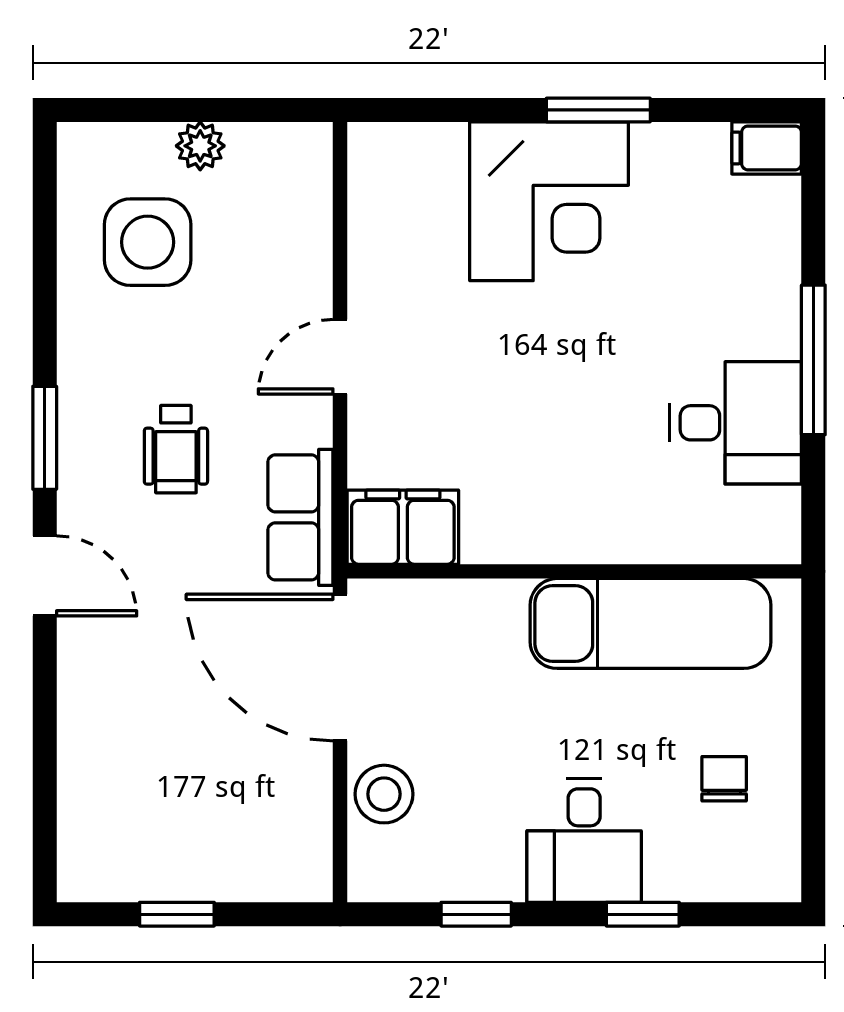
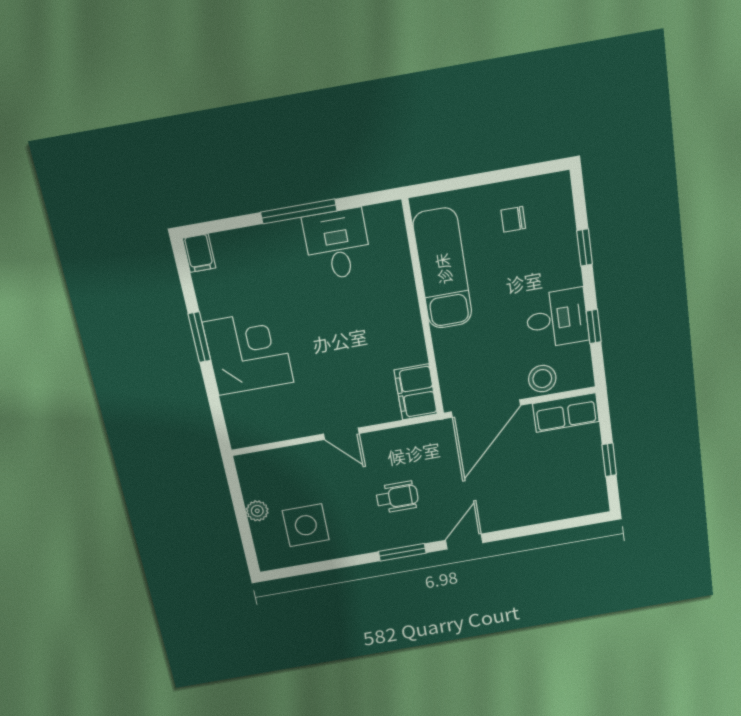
row of seats: (300, 517) -> (566, 413), moved
desk: (584, 841) -> (557, 318), moved

